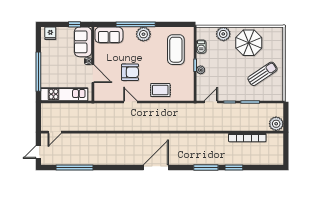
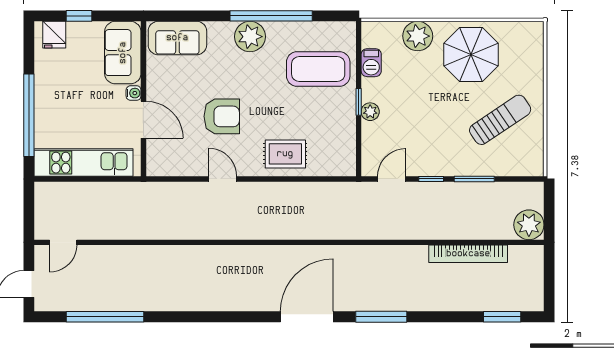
window: (74, 24) -> (79, 16), moved
window: (136, 24) -> (271, 16), moved
coffee table: (176, 50) -> (318, 69), turned 90
door: (156, 168) -> (307, 317), moved
window: (234, 168) -> (502, 317), moved

